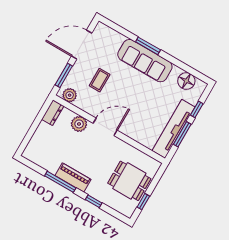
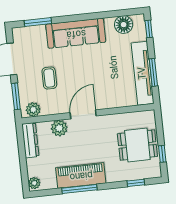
window: (148, 46) -> (38, 22), moved
window: (197, 109) -> (149, 29), moved
dresser: (53, 113) -> (30, 140), width x1.44
plant: (29, 152) -> (34, 183), added
piano: (73, 177) -> (81, 175), width x1.37, depth x1.33
window: (94, 201) -> (136, 183), moved

